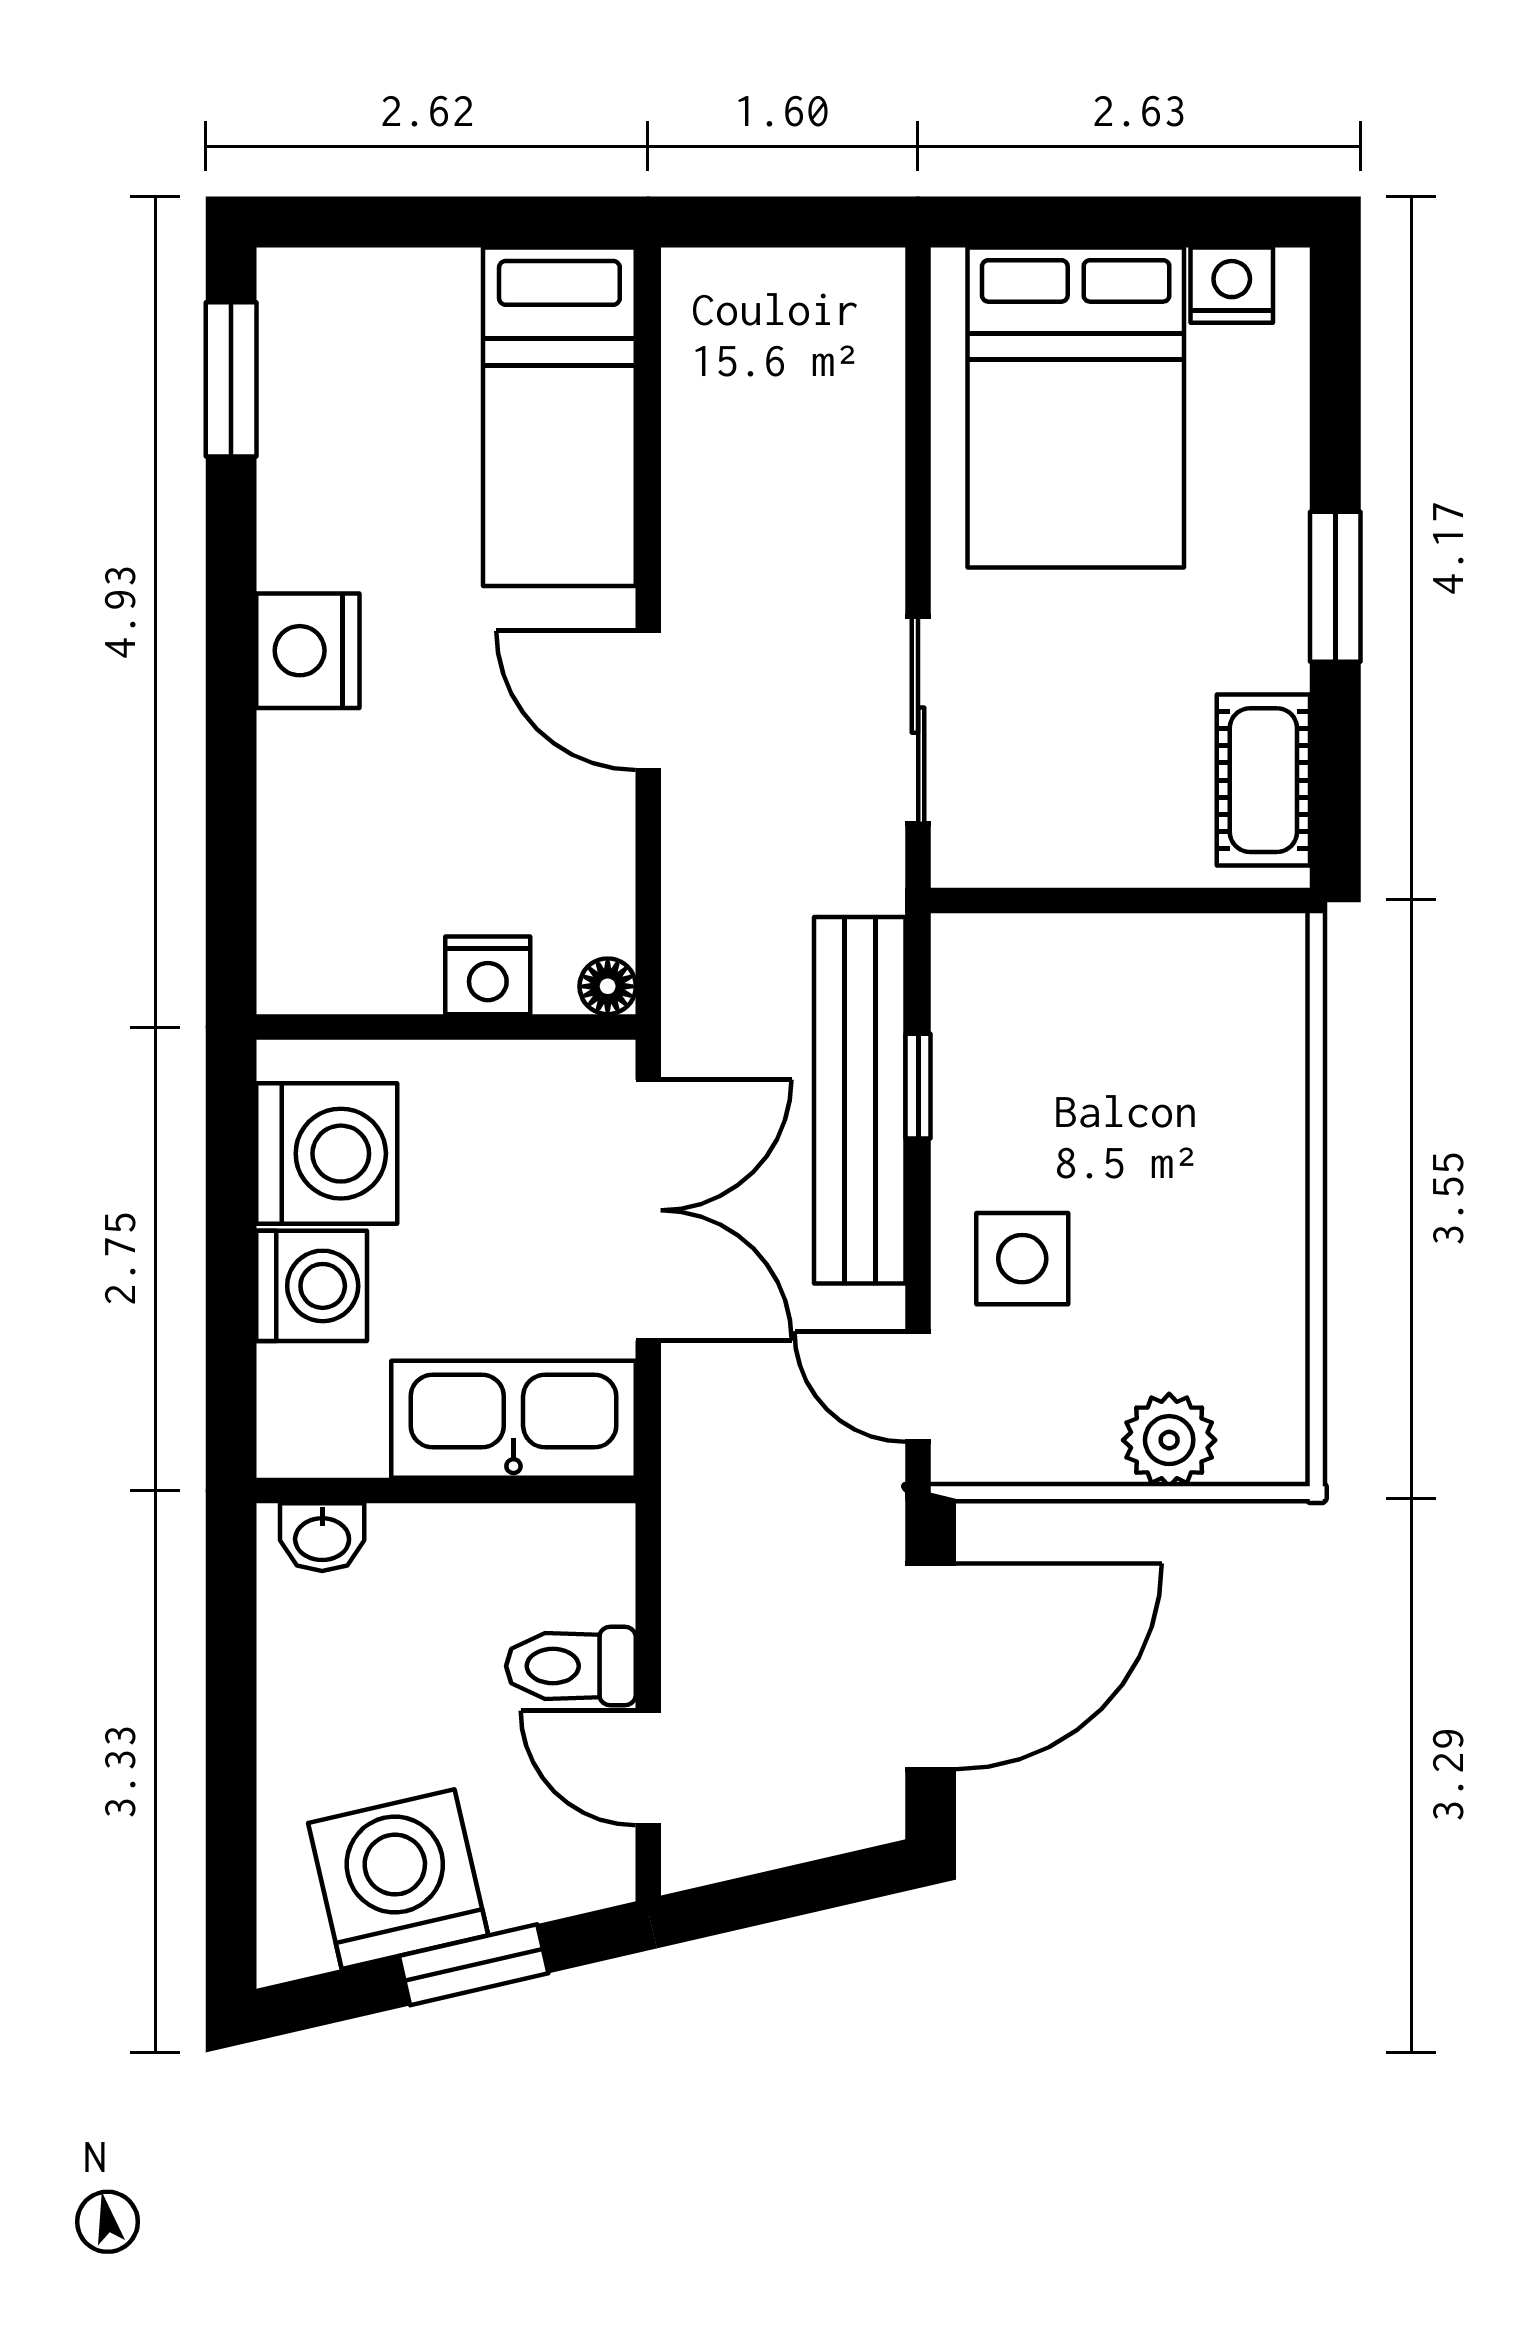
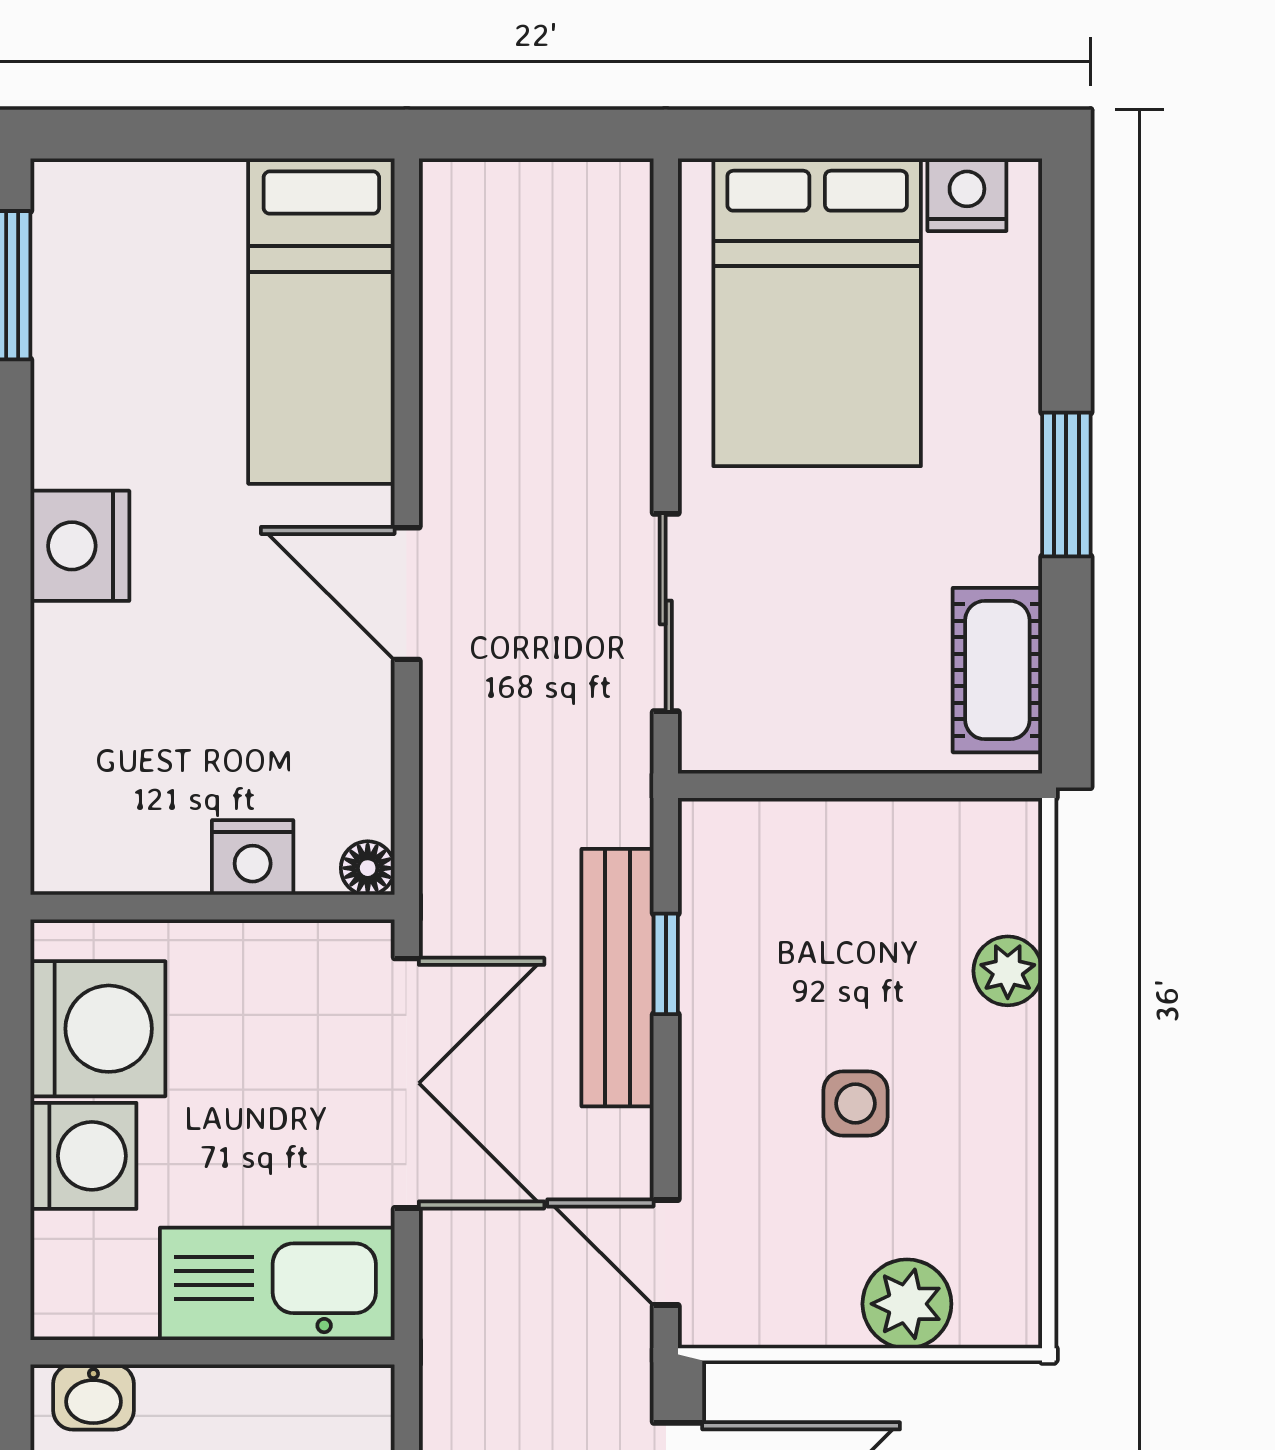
plant: (1274, 1093) -> (1008, 971), added
bench: (860, 1100) -> (618, 978), width x0.73, depth x0.82
side table: (1022, 1259) -> (855, 1103), moved, width x0.73, depth x0.73

